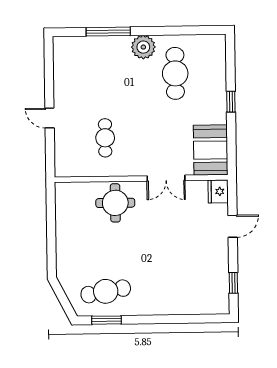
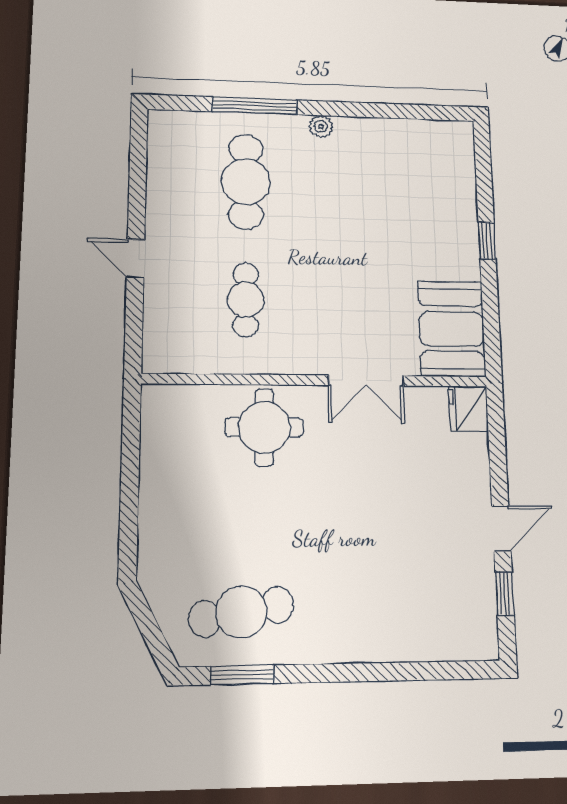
plant: (143, 47) -> (321, 126), width x0.53, depth x0.53
cafe table: (175, 73) -> (246, 182), moved
door: (233, 226) -> (501, 529), moved

